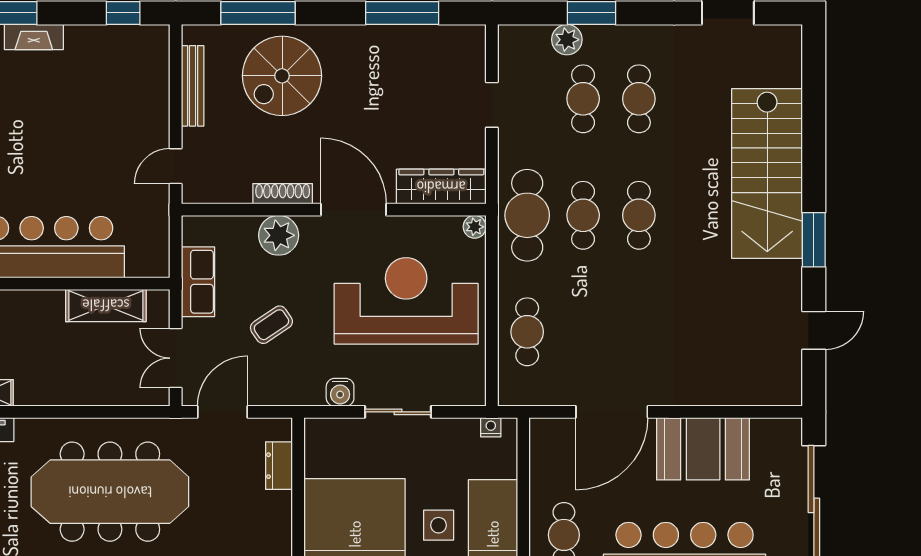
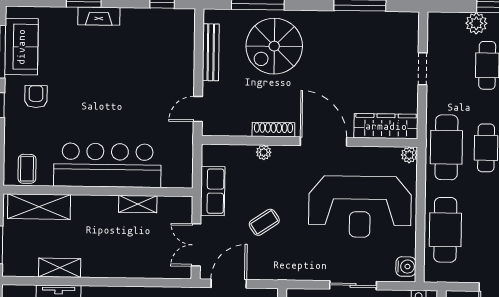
plant: (279, 235) -> (264, 152), width x0.53, depth x0.53
reception desk: (406, 301) -> (360, 207), turned 180
shelving: (106, 305) -> (138, 204), width x0.67, depth x0.75
cafe table: (527, 332) -> (445, 230), width x1.37, depth x1.35
water cooler: (340, 392) -> (406, 267), moved, turned -90

